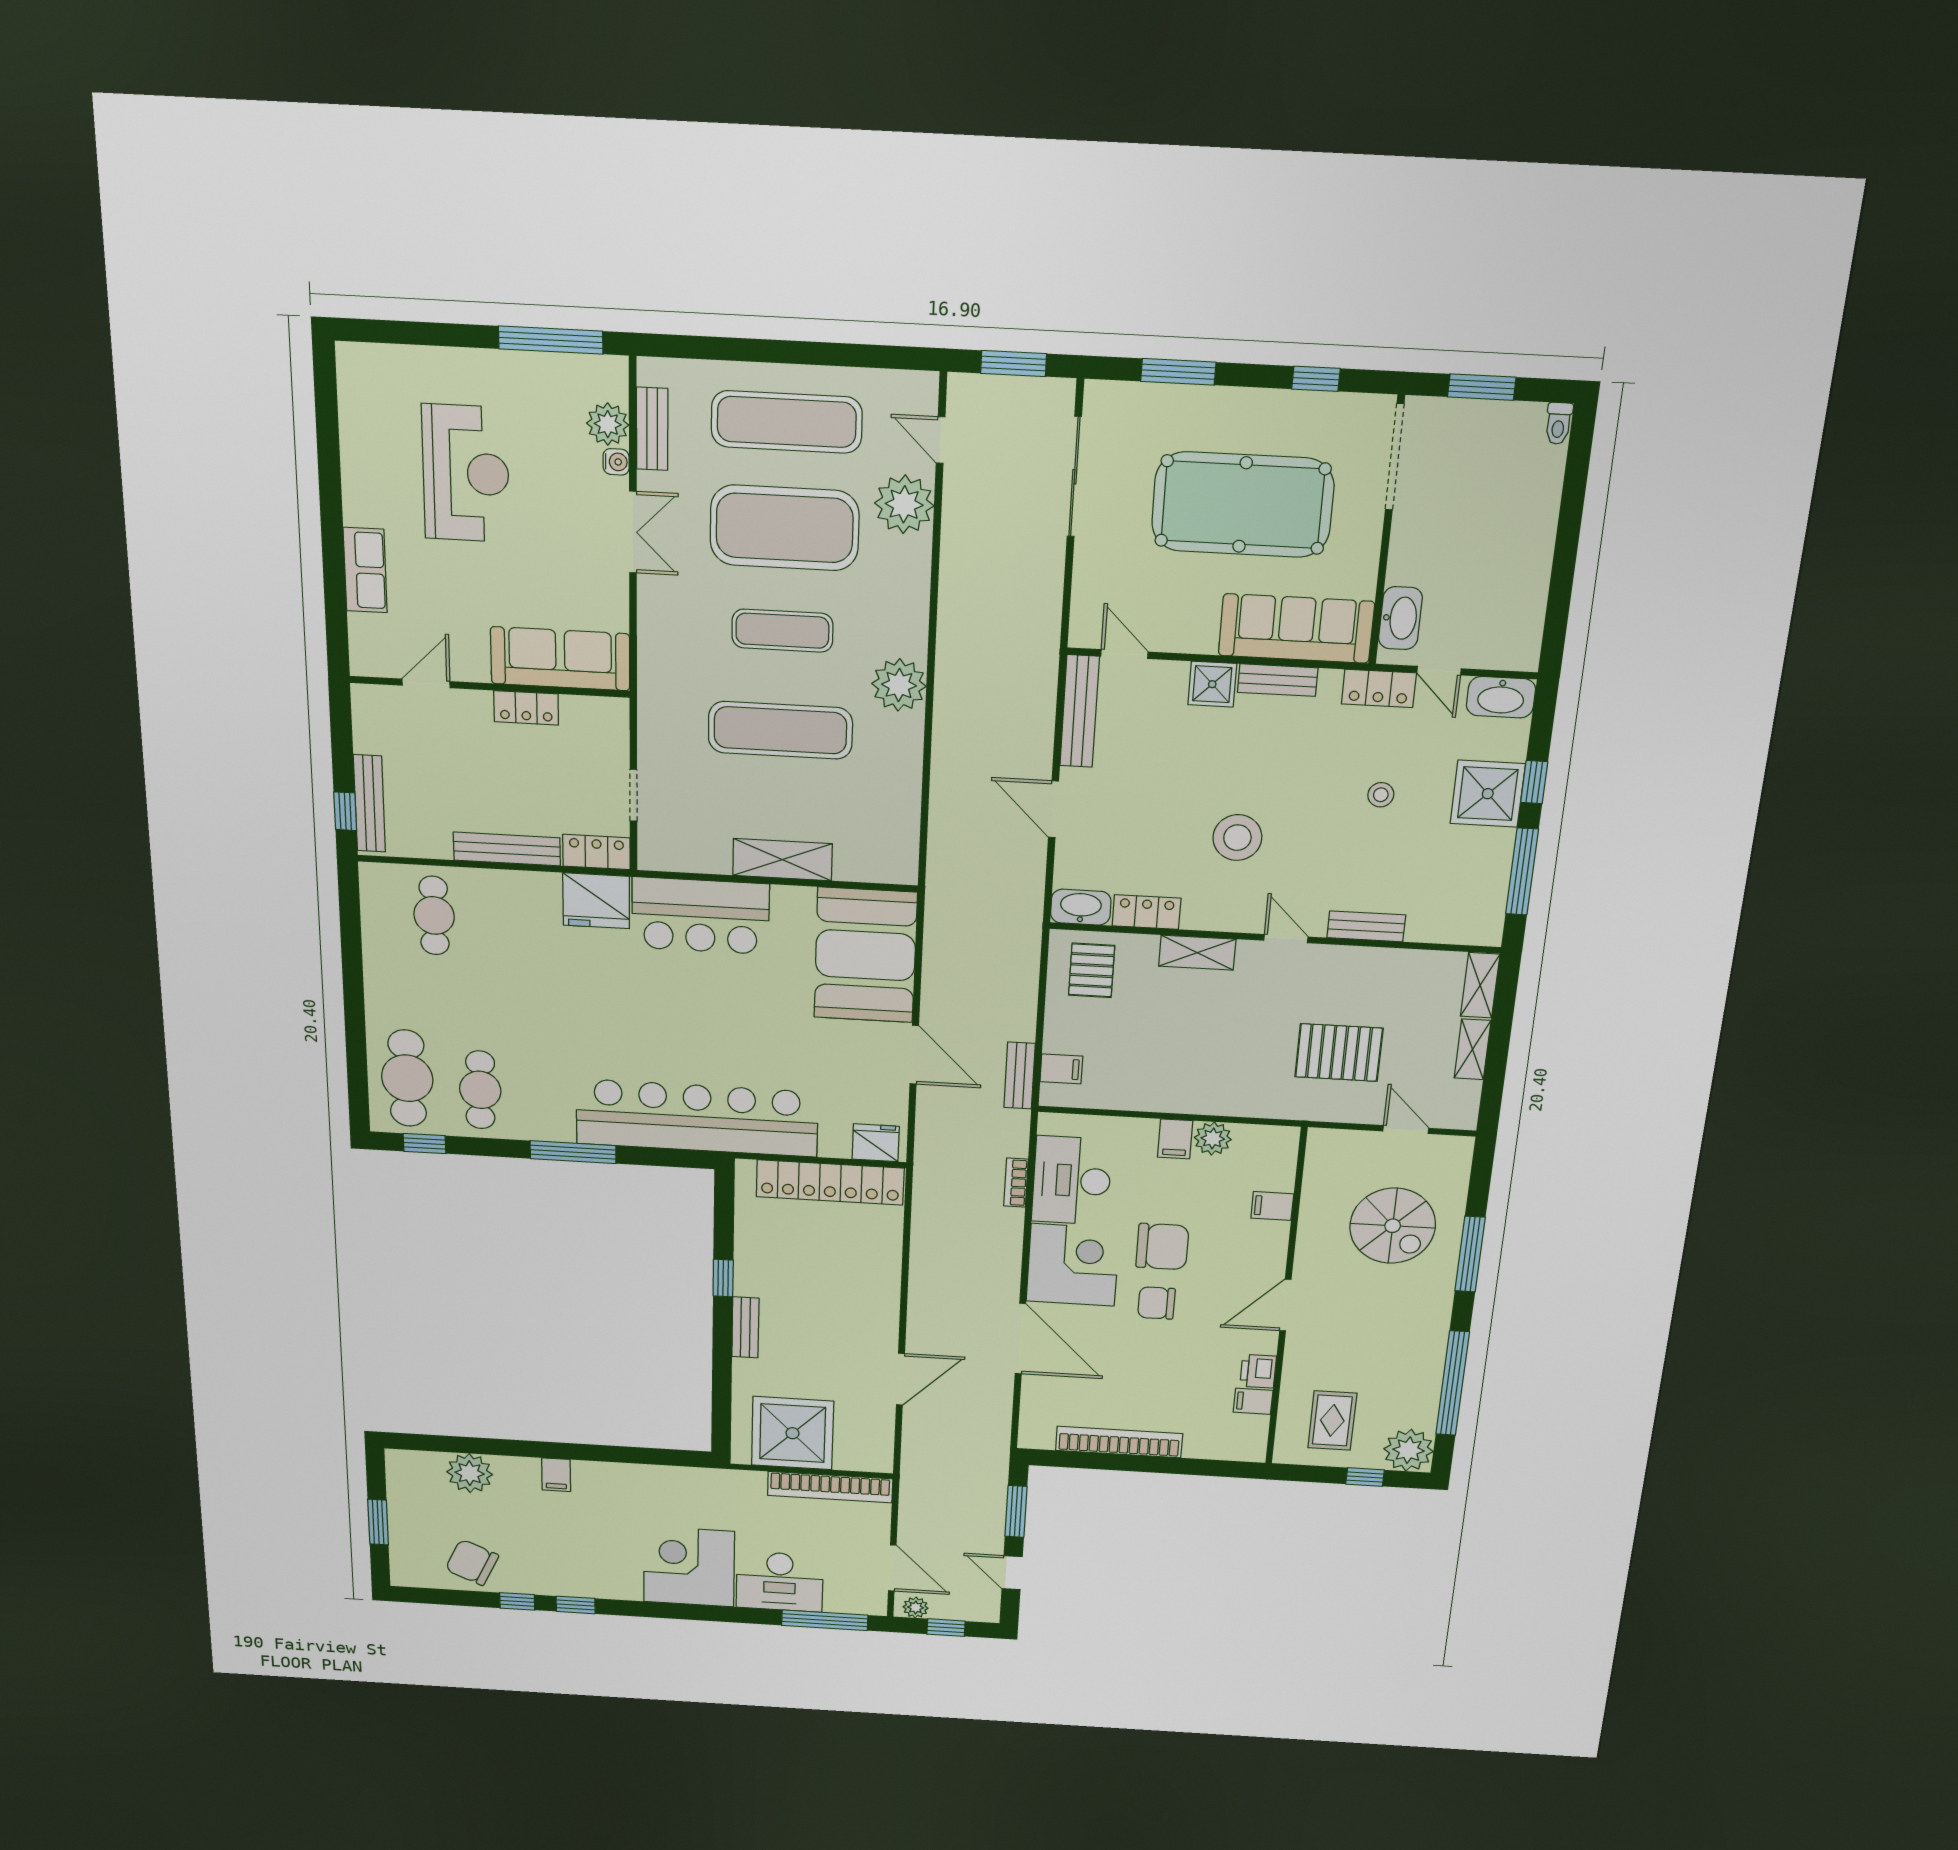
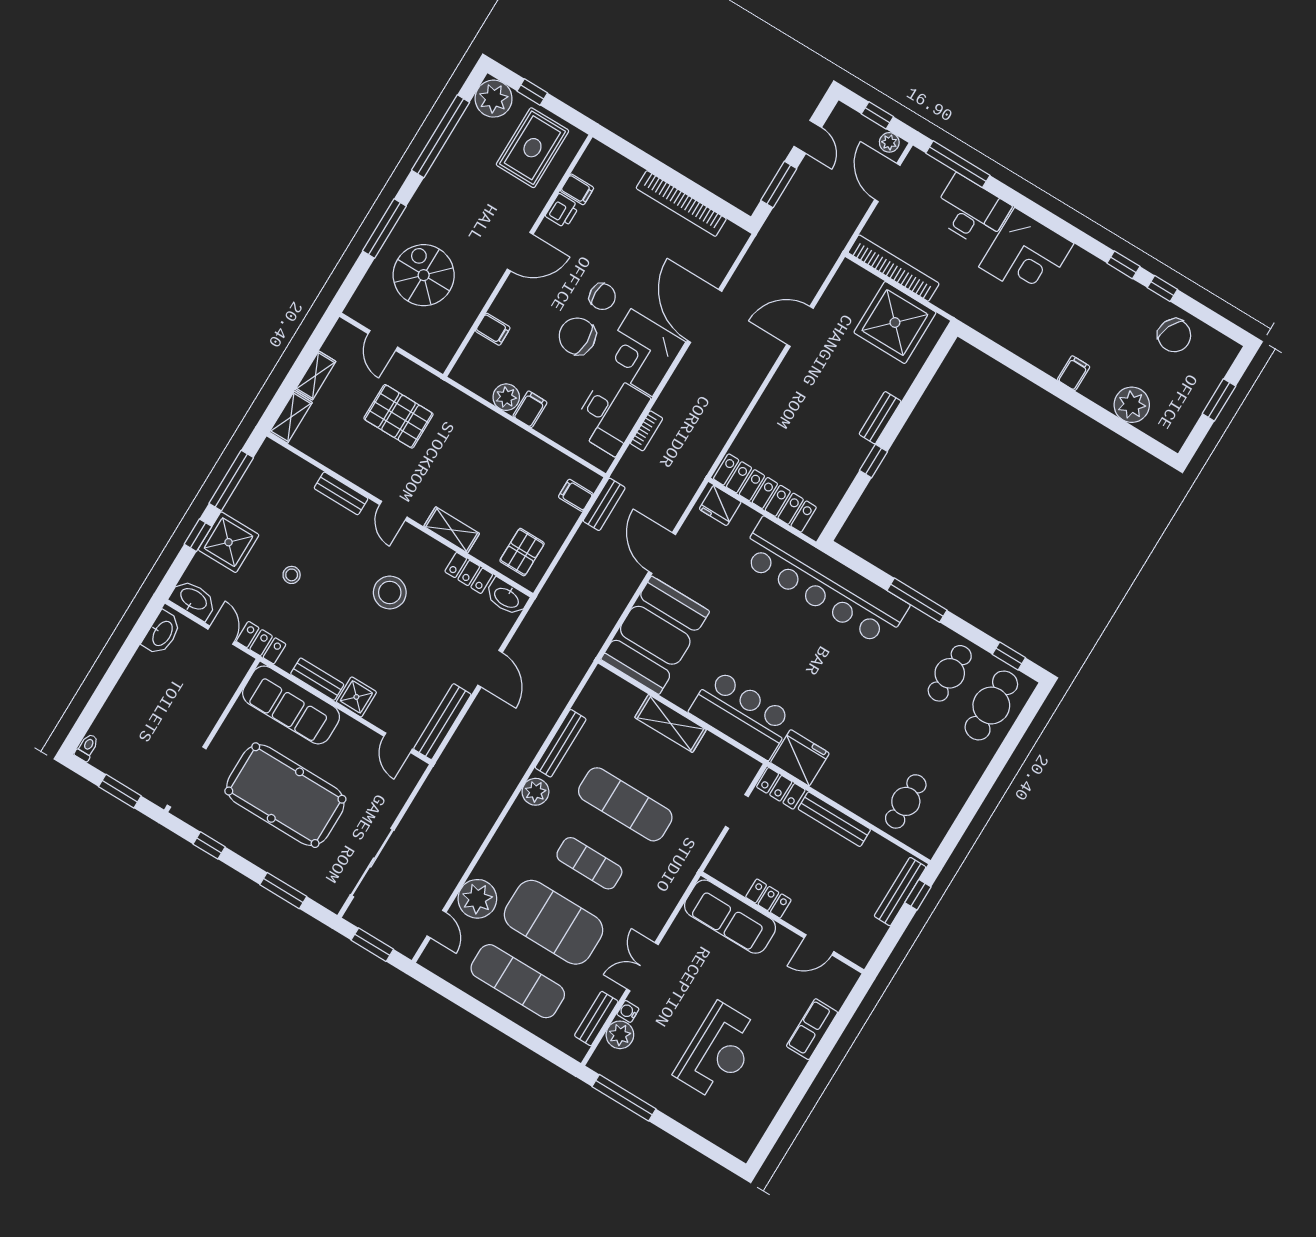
reception desk: (466, 473) -> (718, 1052), turned 180
washbasin: (1400, 618) -> (162, 633), moved, turned 180
plant: (899, 685) -> (535, 792), width x0.73, depth x0.73
bench: (909, 763) -> (561, 743), added
rug: (1332, 1421) -> (532, 148), width x1.36, depth x1.43

